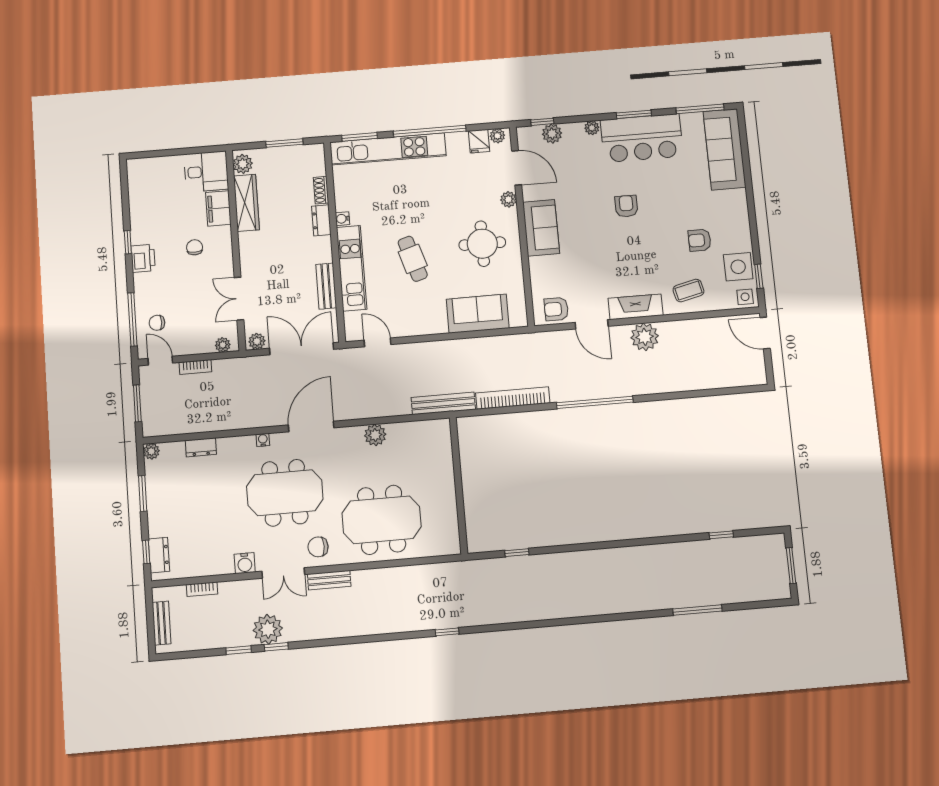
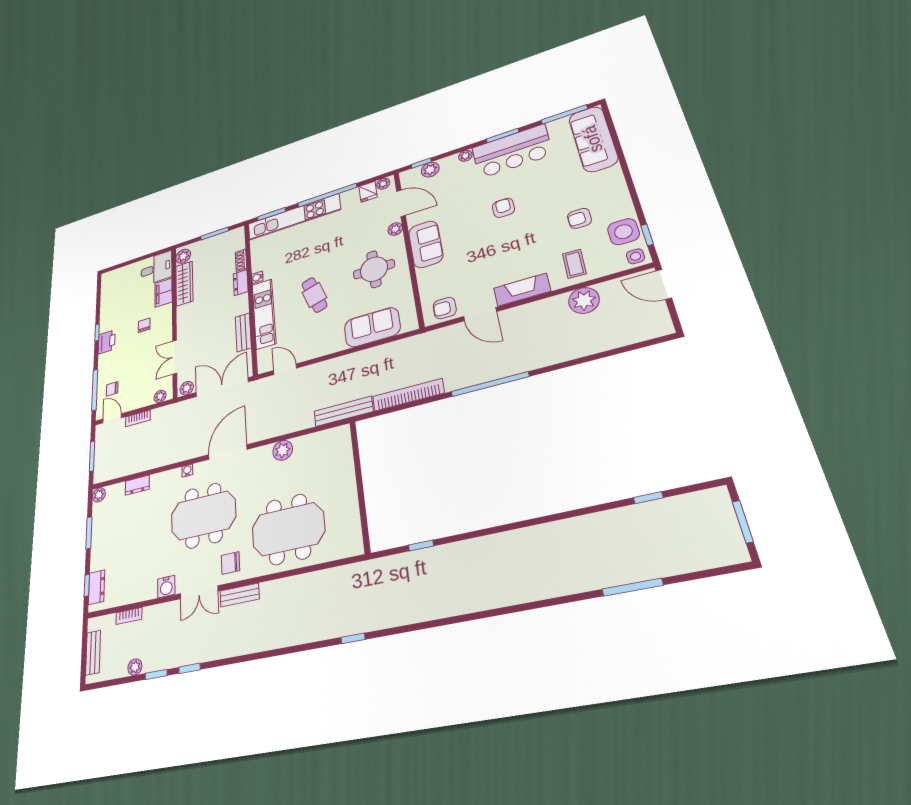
coffee table: (688, 291) -> (574, 264), turned -75
plant: (645, 337) -> (584, 300), moved
plant: (268, 629) -> (135, 667), moved, width x0.53, depth x0.53

